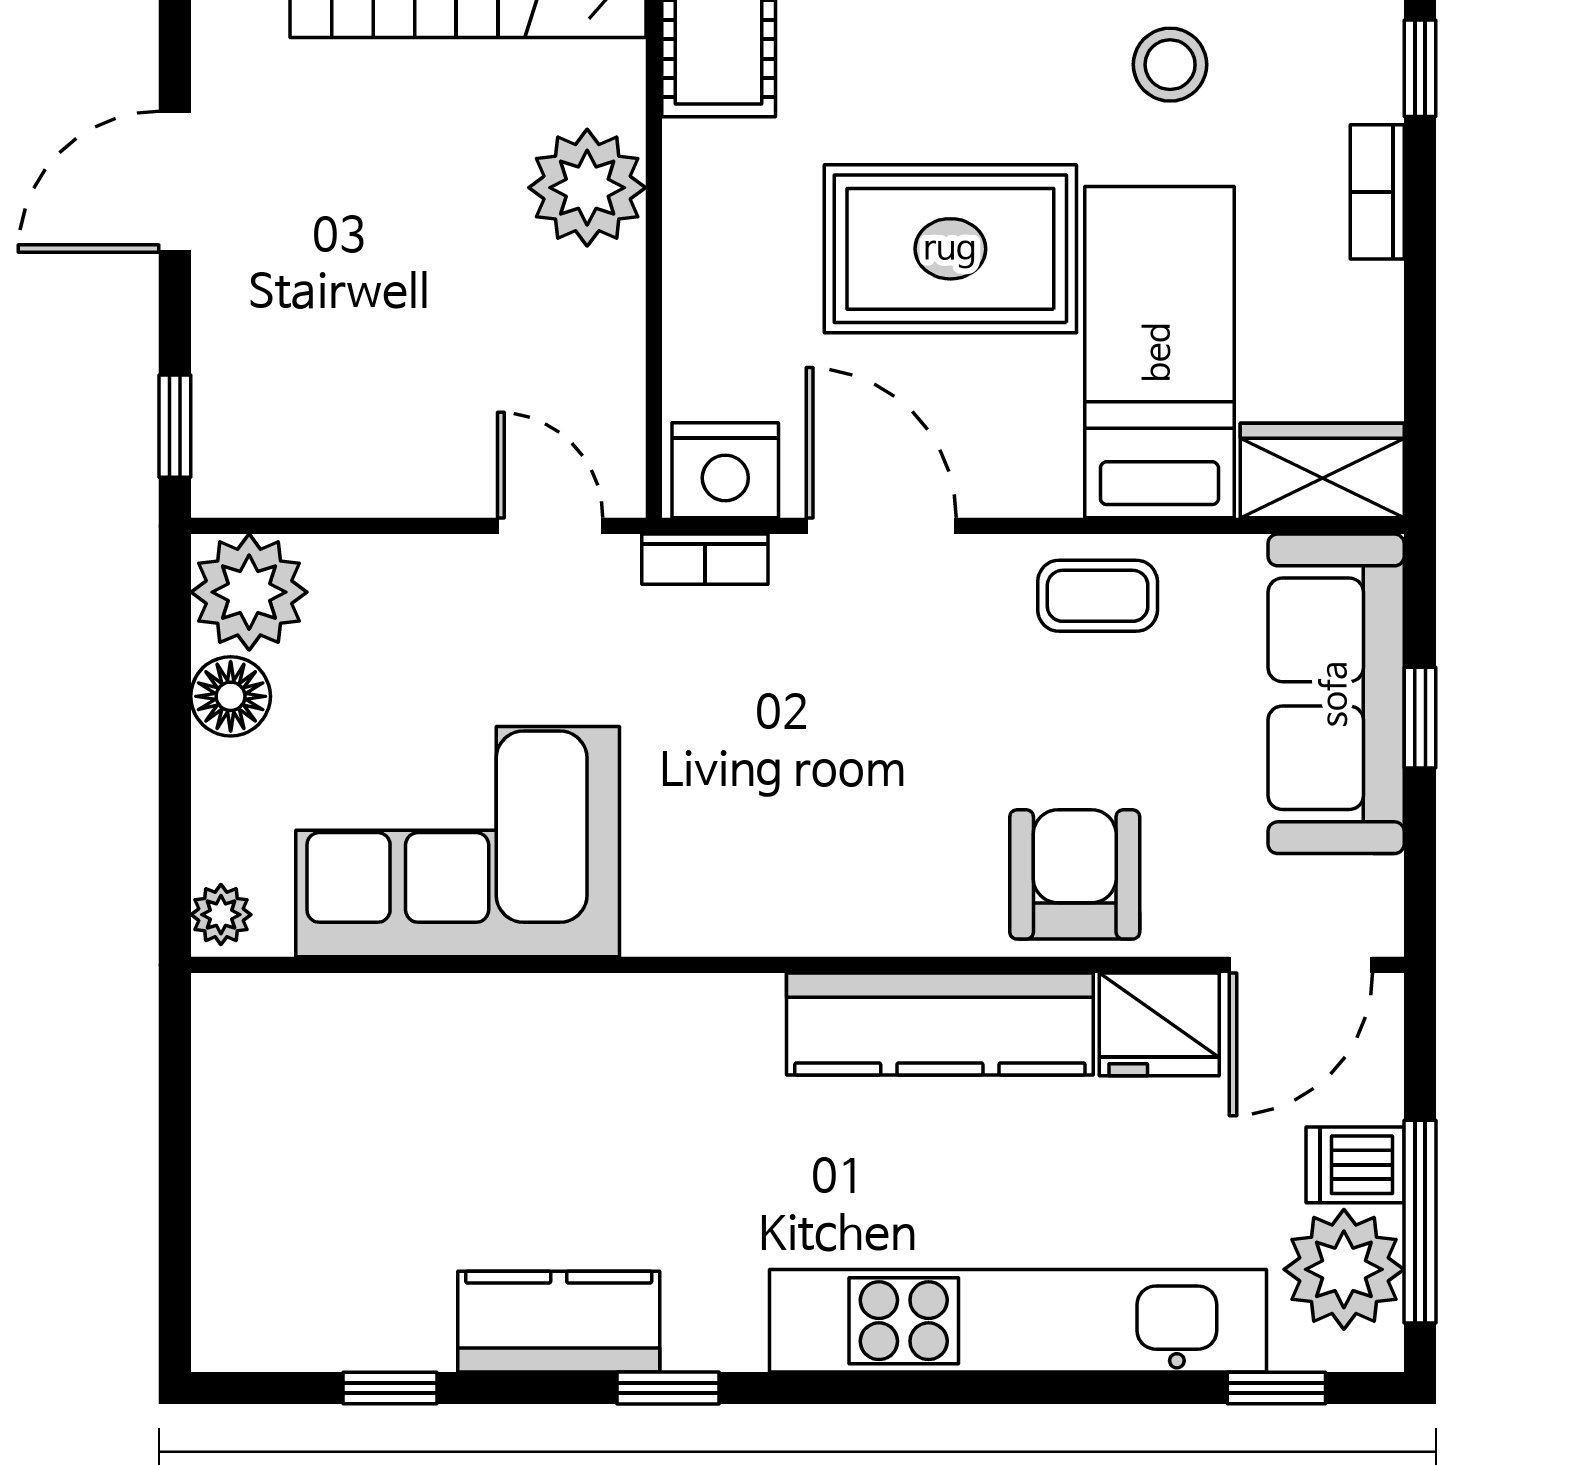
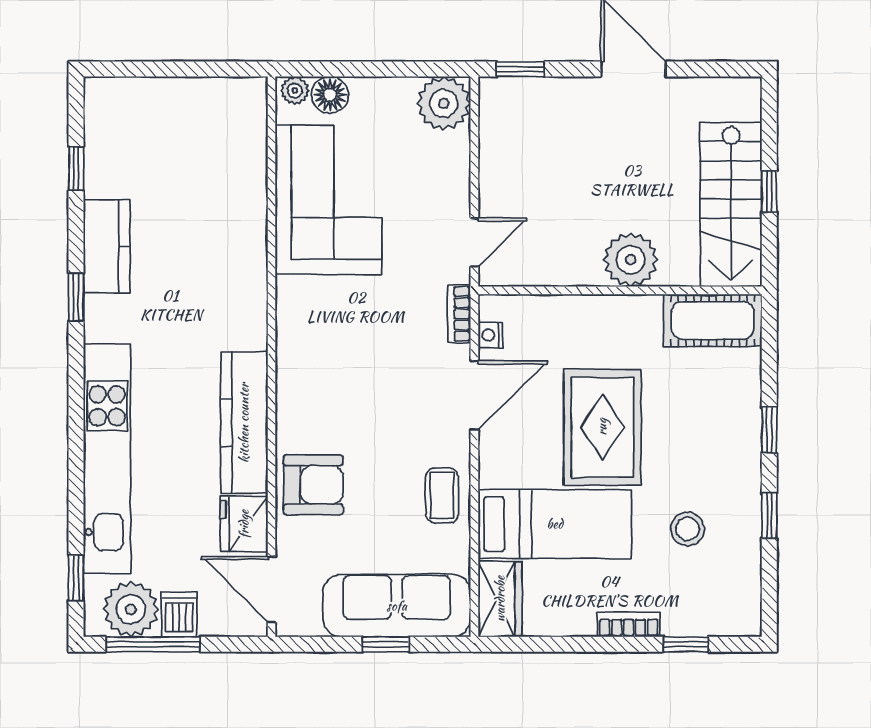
nightstand: (725, 470) -> (490, 335), width x0.53, depth x0.56
floor lamp: (231, 696) -> (330, 95), moved

